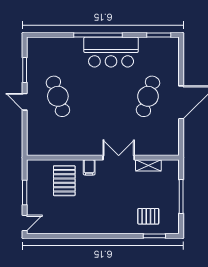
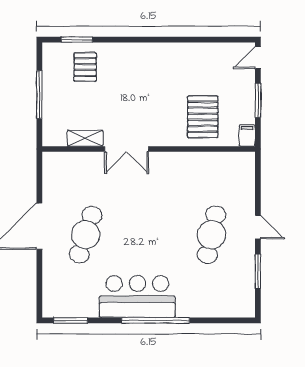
cafe table: (58, 96) -> (212, 235), turned 30
filing cabinet: (89, 167) -> (247, 135), moved
pallet: (148, 216) -> (85, 67), turned 90

